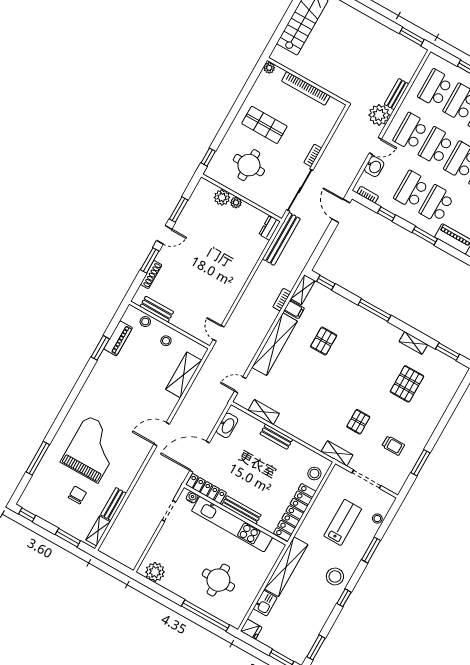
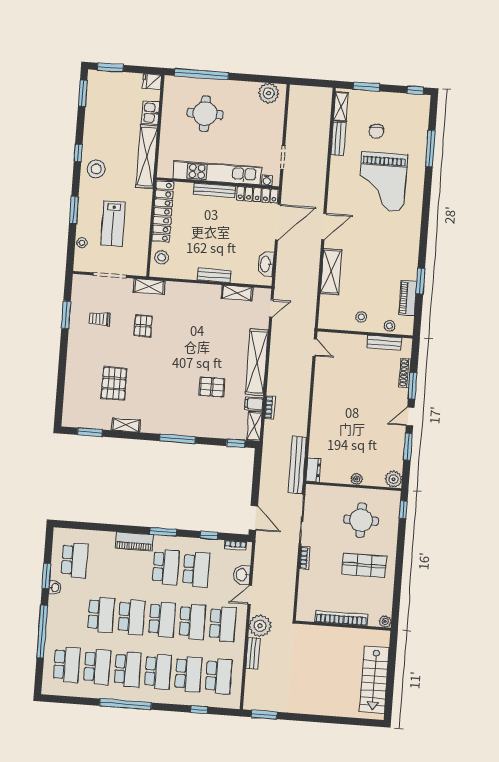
plant: (222, 197) -> (393, 479), moved
pallet: (324, 341) -> (212, 387), turned 90
shelving: (184, 375) -> (331, 272), moved

